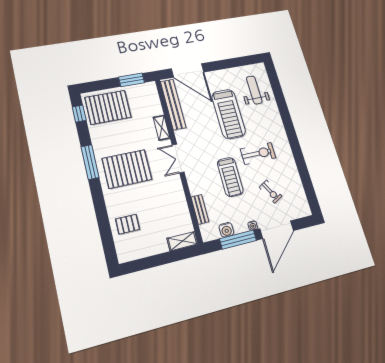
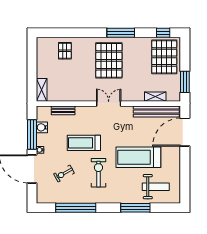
window: (283, 107) -> (135, 208), added
shelving: (162, 128) -> (155, 97), moved
exercise bike: (258, 153) -> (98, 173), turned 180
window: (303, 170) -> (76, 208), added

